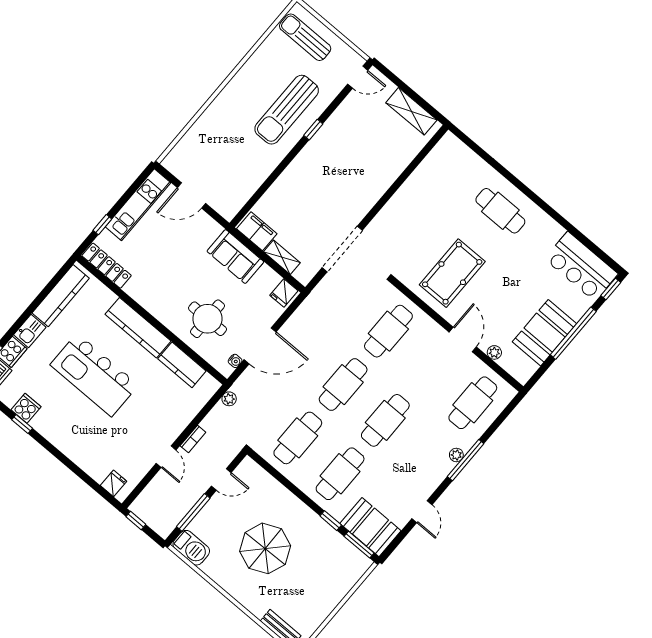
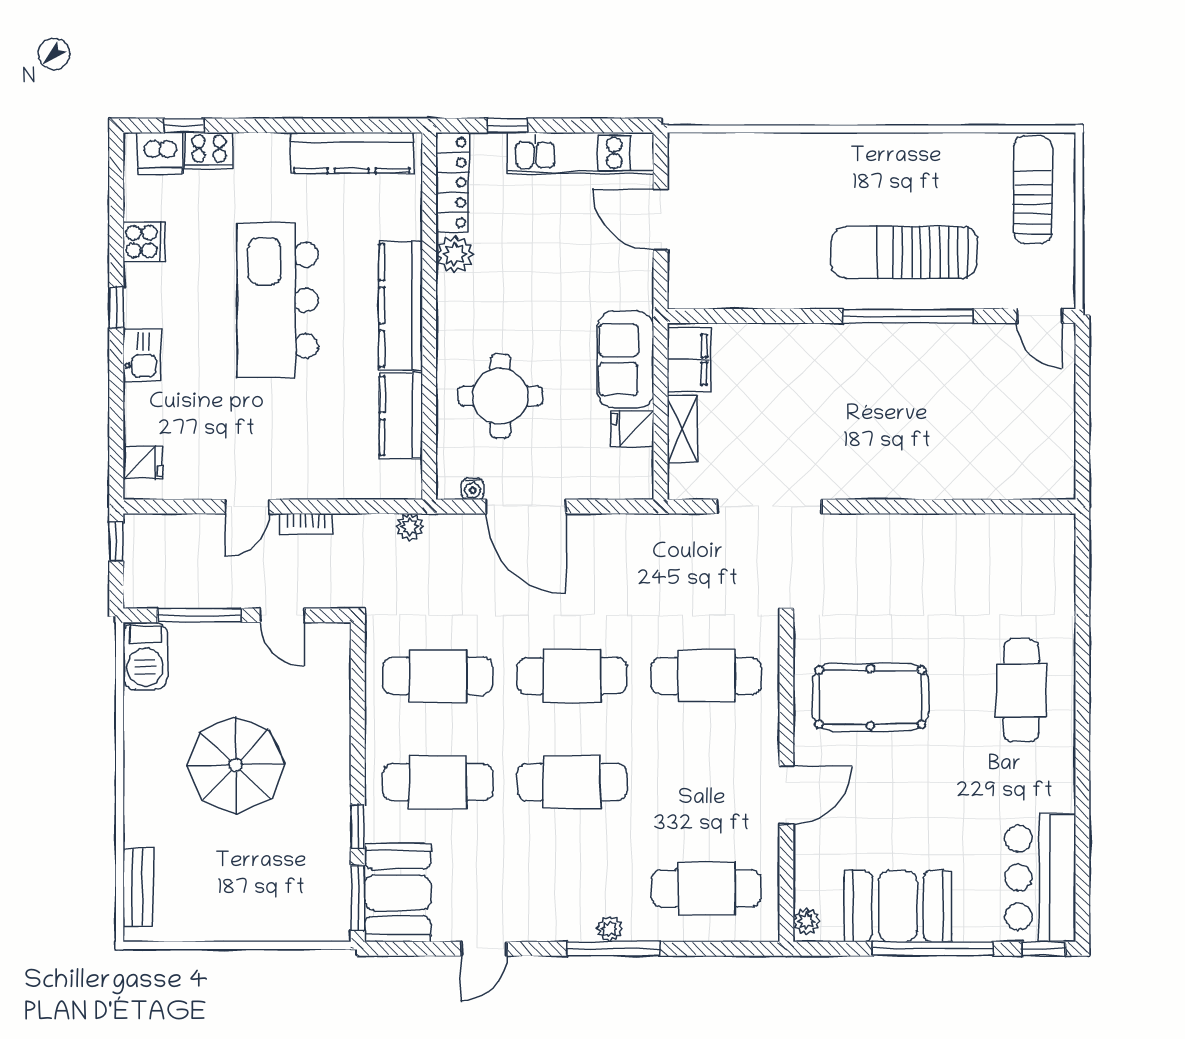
shelving: (411, 111) -> (1056, 437), removed
window: (313, 130) -> (908, 316), width x3.17
plant: (136, 289) -> (455, 254), added
fridge: (284, 293) -> (633, 429), moved
kitchen sink: (30, 331) -> (142, 355), moved, turned -90
plant: (494, 352) -> (807, 921), moved
window: (22, 424) -> (116, 308), moved

